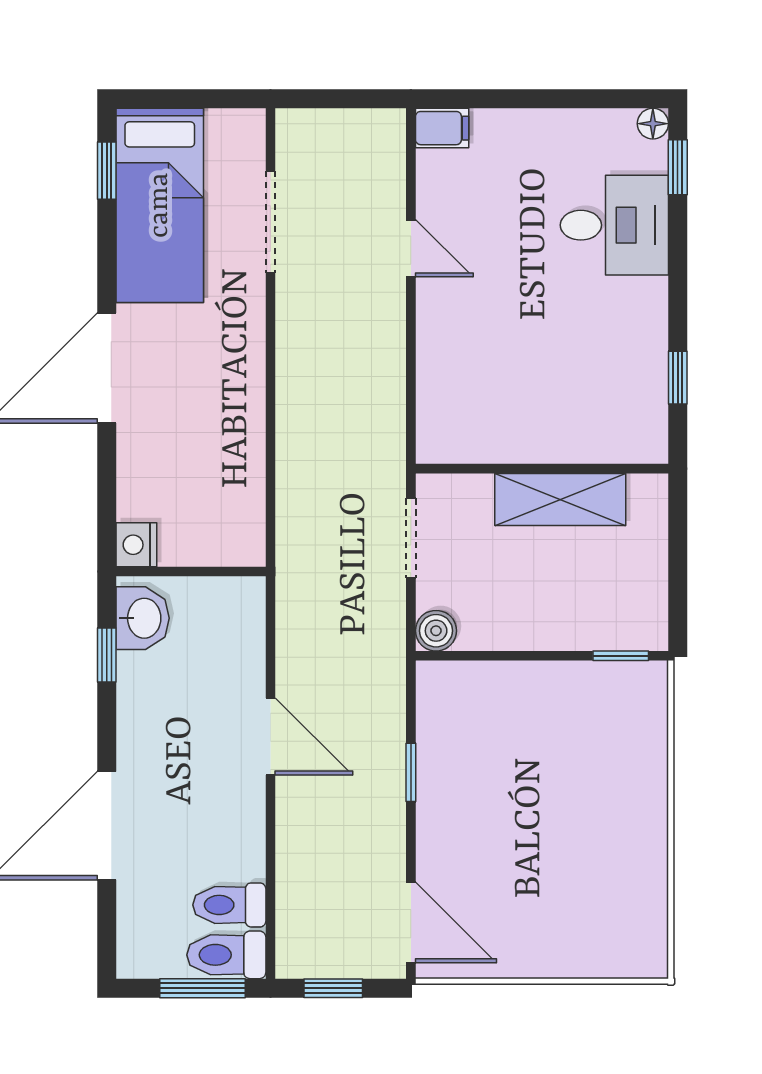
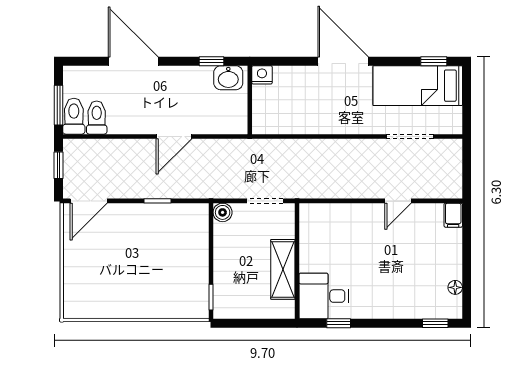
floor lamp: (653, 124) -> (455, 287), moved
desk: (614, 225) -> (324, 296), moved, turned 90

